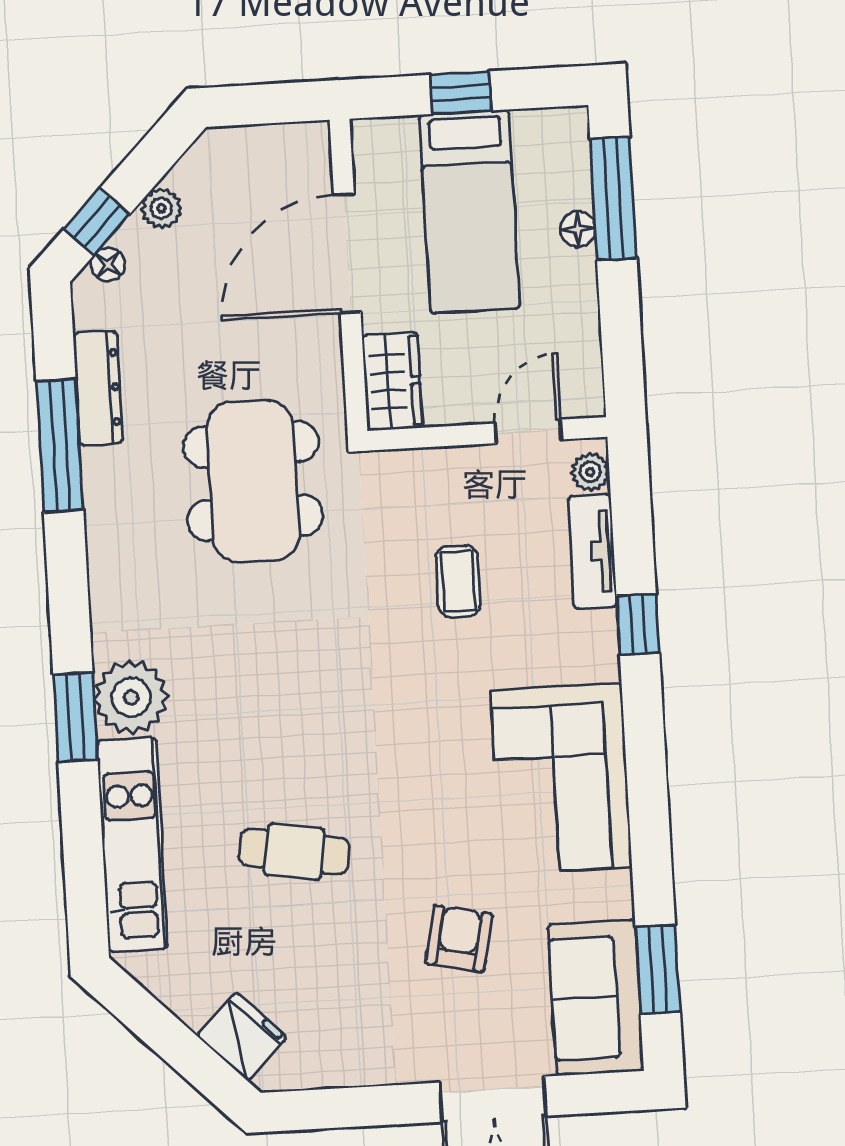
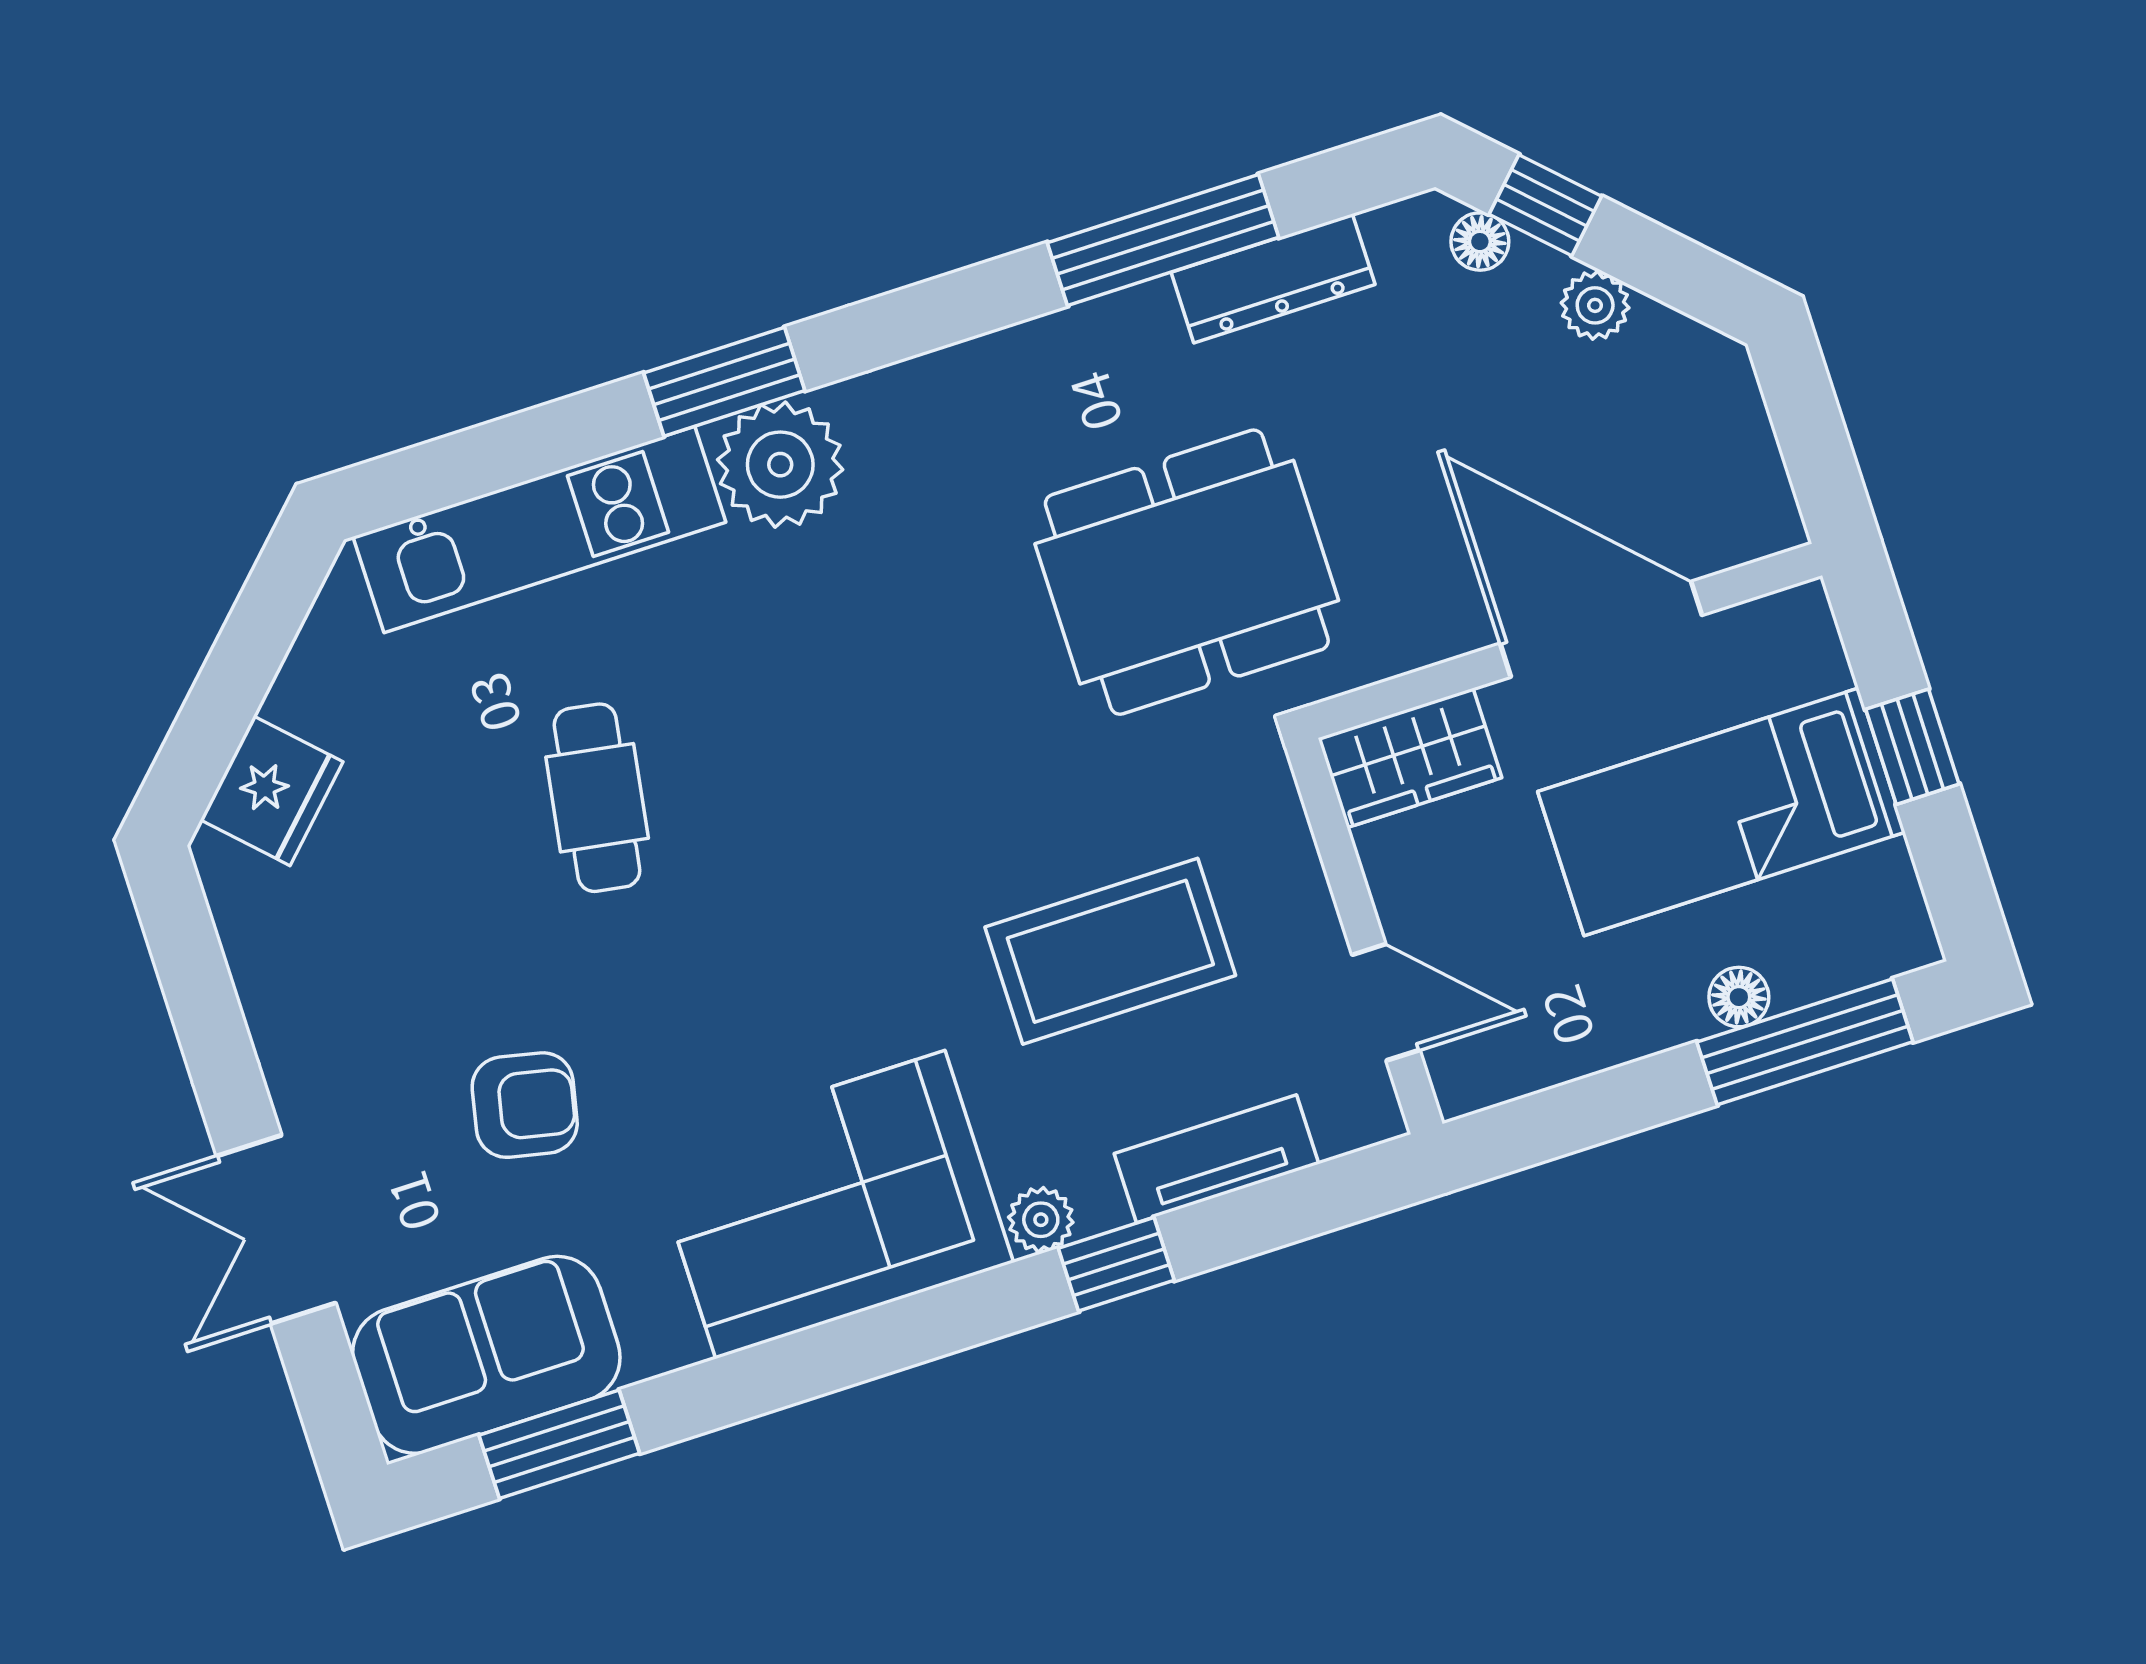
plant: (590, 472) -> (1041, 1220), moved
coffee table: (458, 581) -> (1110, 951), width x1.86, depth x1.72

